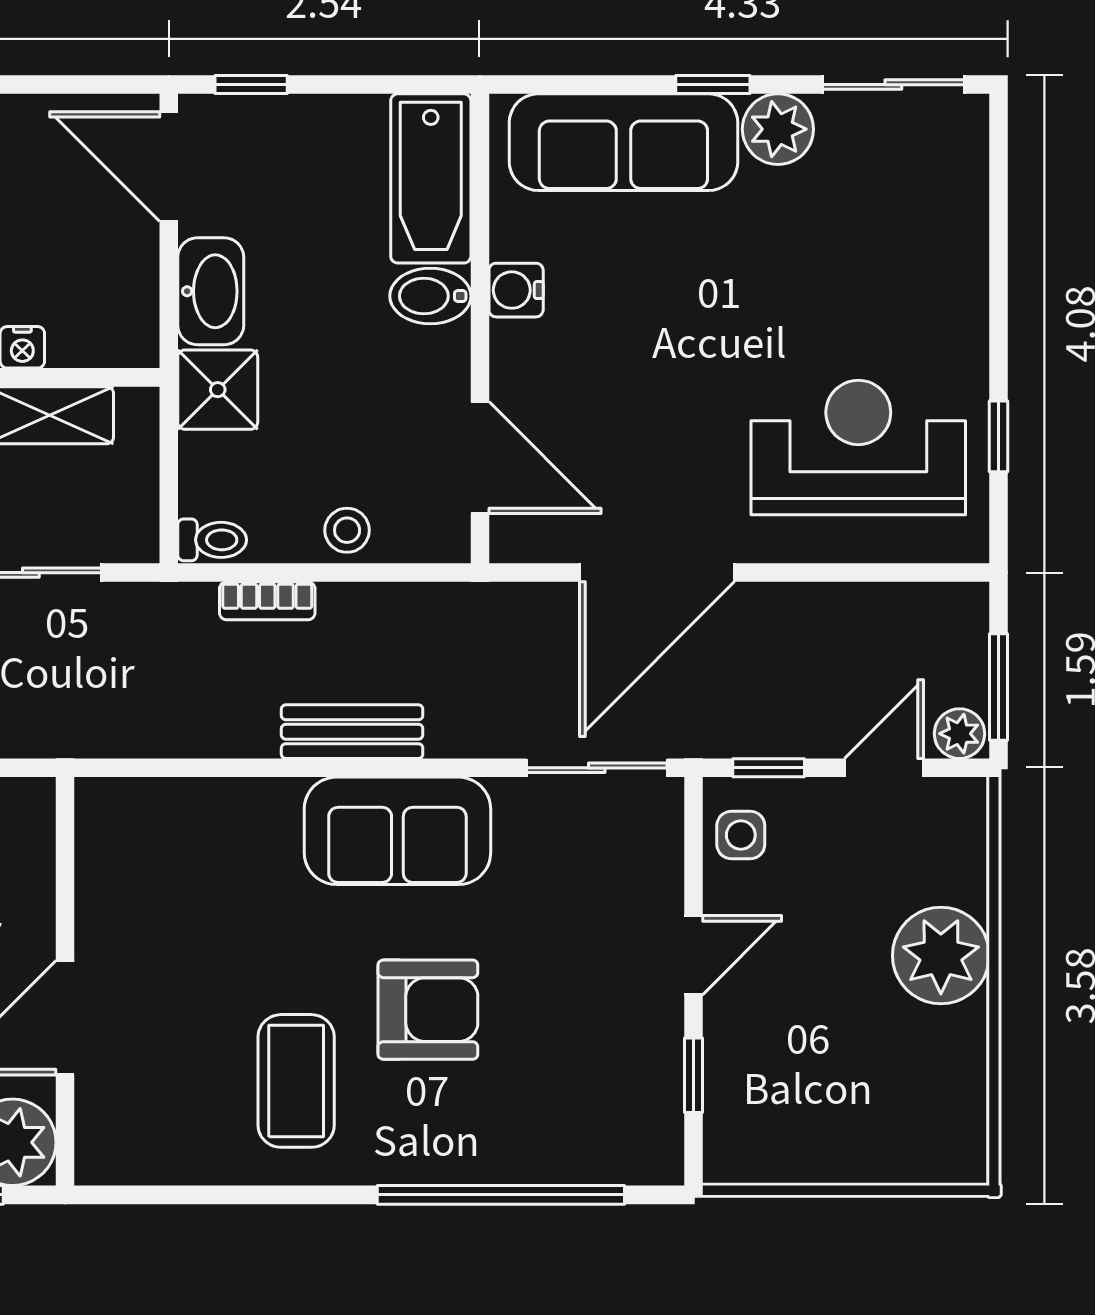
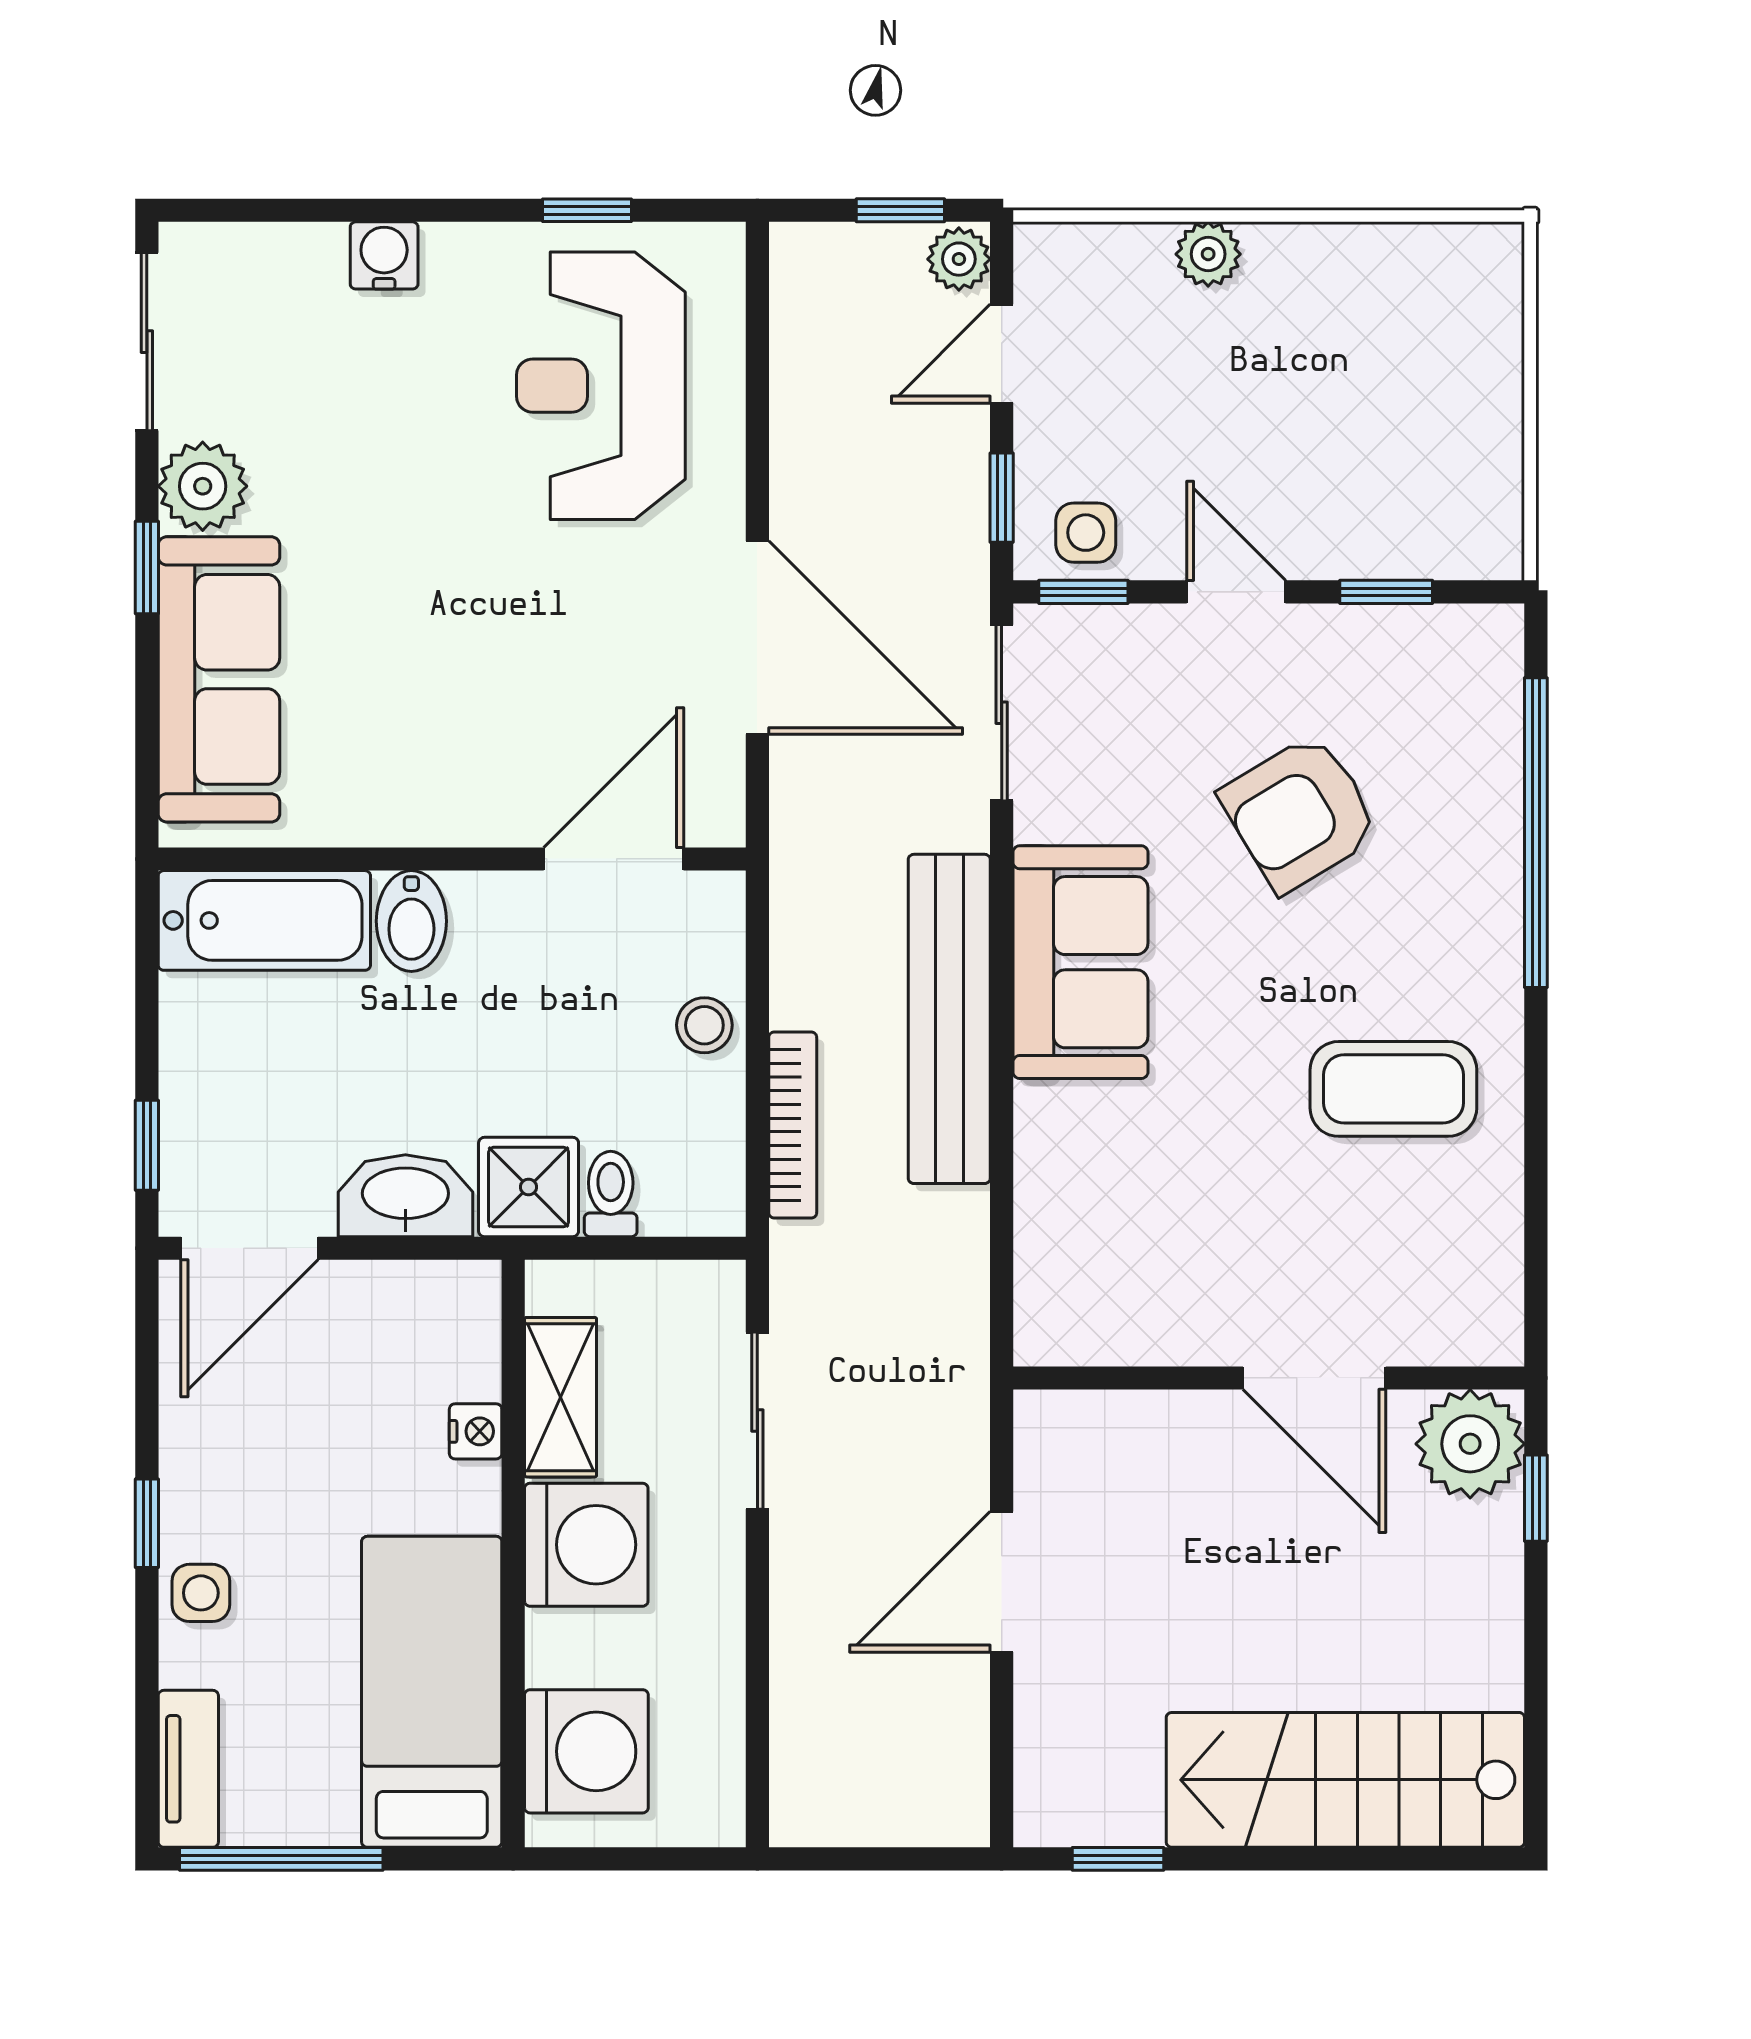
water cooler: (516, 290) -> (384, 255), moved, turned 180
toilet: (212, 540) -> (611, 1194), moved
bookcase: (267, 601) -> (793, 1125), width x1.56
window: (998, 687) -> (900, 210), width x0.67
bench: (352, 732) -> (949, 1019), width x1.86, depth x1.21
door: (884, 768) -> (1002, 354), hinge flipped
window: (693, 833) -> (1083, 592), added
plant: (941, 955) -> (1208, 254), width x0.53, depth x0.53
armchair: (428, 1010) -> (1300, 813), moved, turned -121

